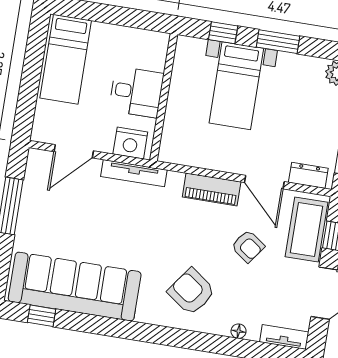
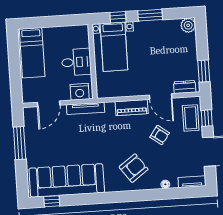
bed with nightstands: (236, 86) -> (114, 47), moved
coffee table: (306, 230) -> (191, 118), width x0.73, depth x0.76
armchair: (191, 292) -> (134, 168), turned 108

